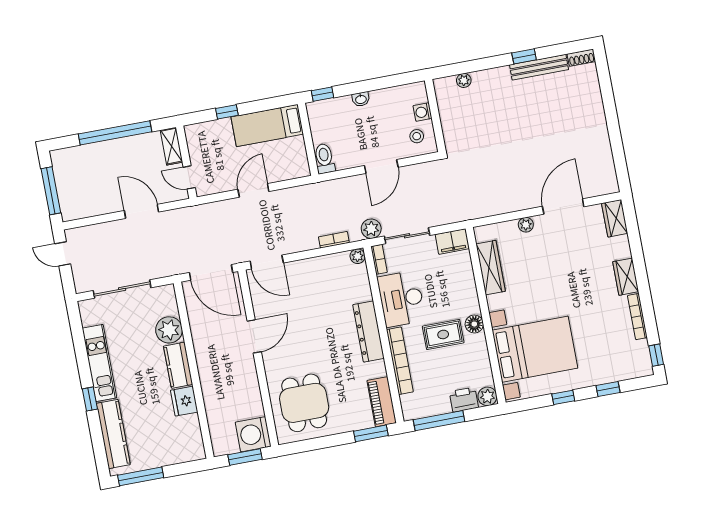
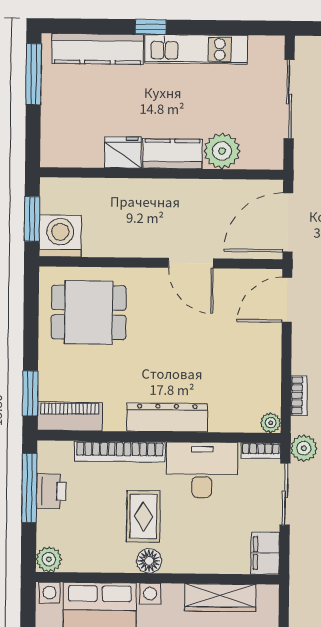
printer: (464, 400) -> (51, 491), moved

